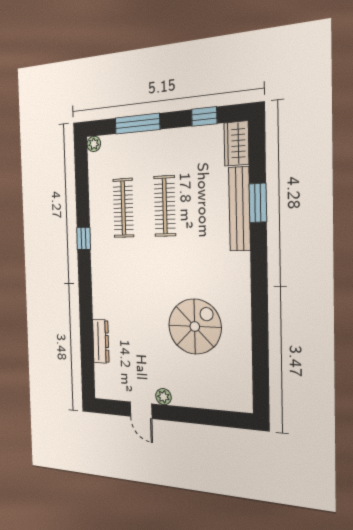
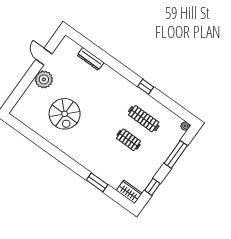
clothes rail: (165, 206) -> (129, 140), width x0.73
bench: (239, 209) -> (101, 173), removed
plant: (163, 397) -> (44, 79), width x1.87, depth x1.87
door: (141, 410) -> (44, 57), hinge flipped

